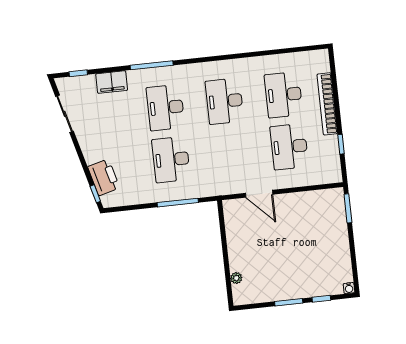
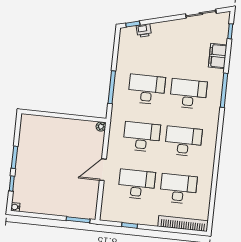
bookcase: (327, 104) -> (183, 224), moved
desk: (230, 153) -> (142, 137), added
printer: (104, 177) -> (144, 31), width x0.53, depth x0.68
door: (259, 194) -> (103, 170), moved
plant: (236, 278) -> (101, 127), moved

